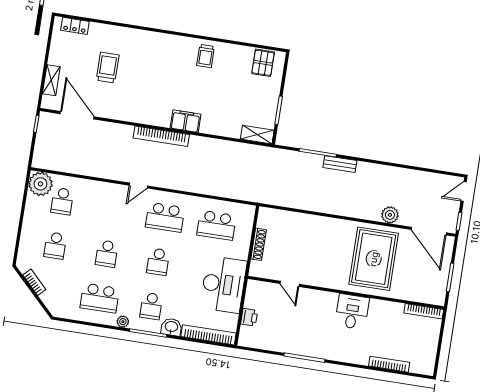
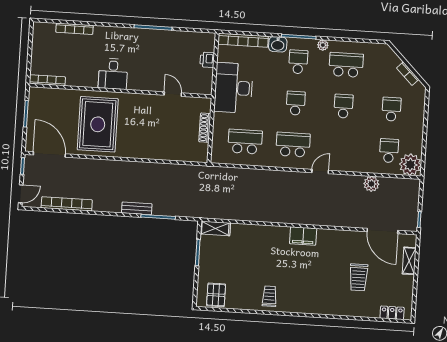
filing cabinet: (186, 121) -> (303, 236), moved
bookcase: (161, 136) -> (67, 204), moved
plant: (390, 215) -> (371, 184), moved

